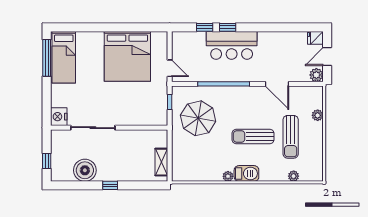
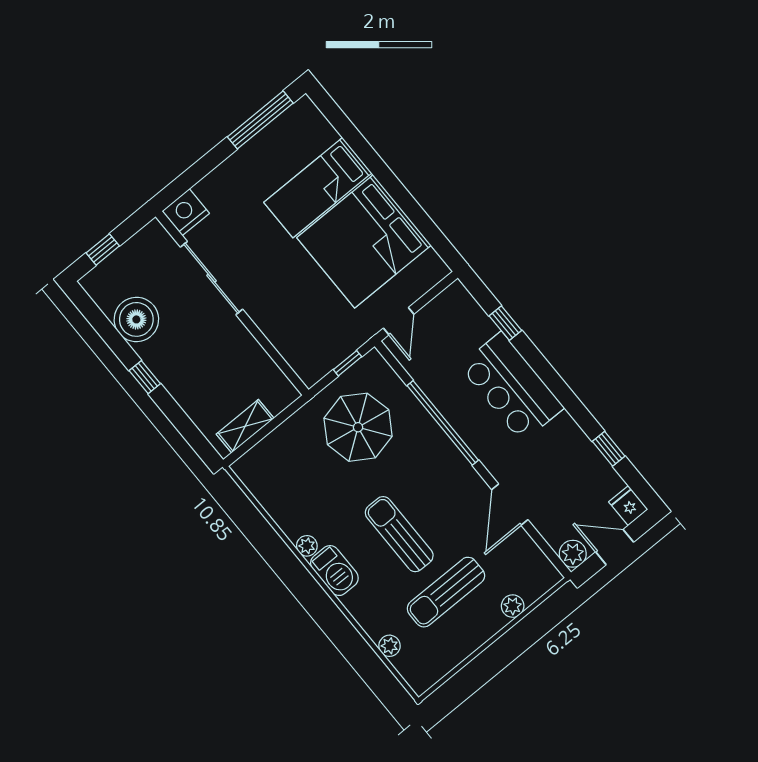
window: (228, 27) -> (609, 449), moved
bed: (64, 57) -> (318, 188), moved

